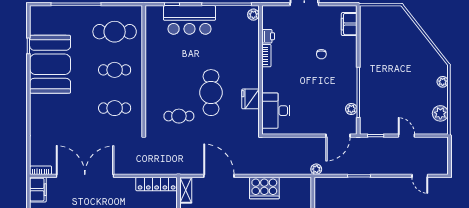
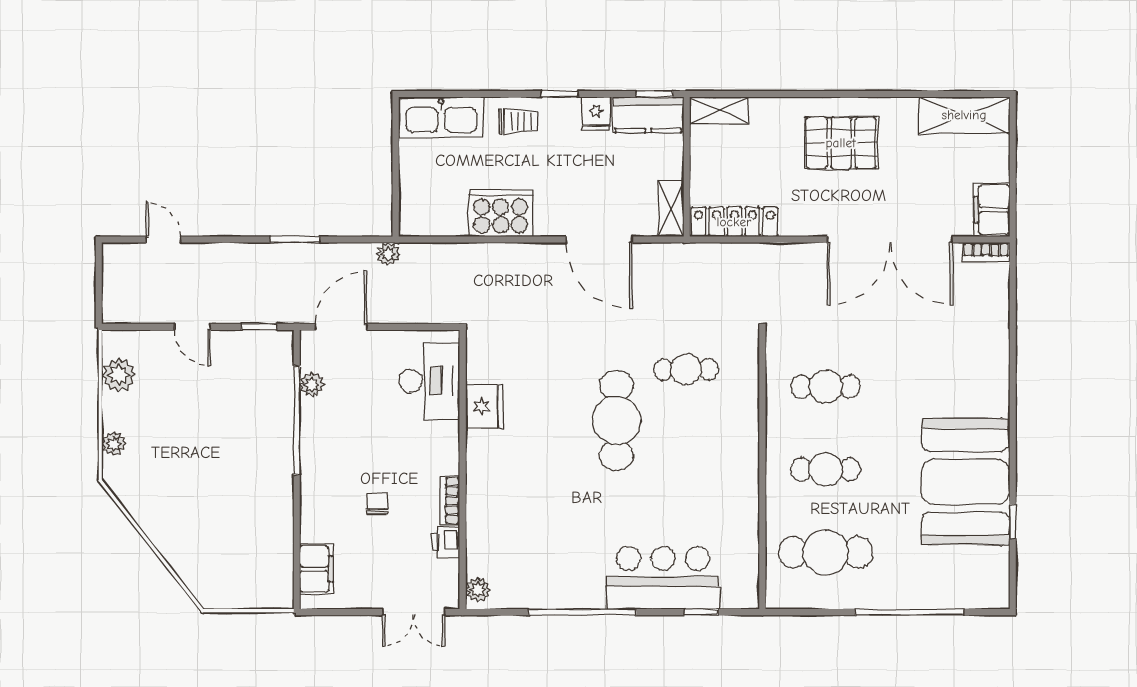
plant: (253, 15) -> (478, 589), moved
printer: (268, 36) -> (446, 543), moved
bookcase: (266, 56) -> (450, 500), moved
wall: (260, 70) -> (463, 469), moved
fridge: (250, 99) -> (484, 406), moved
desk: (276, 111) -> (429, 381), moved

